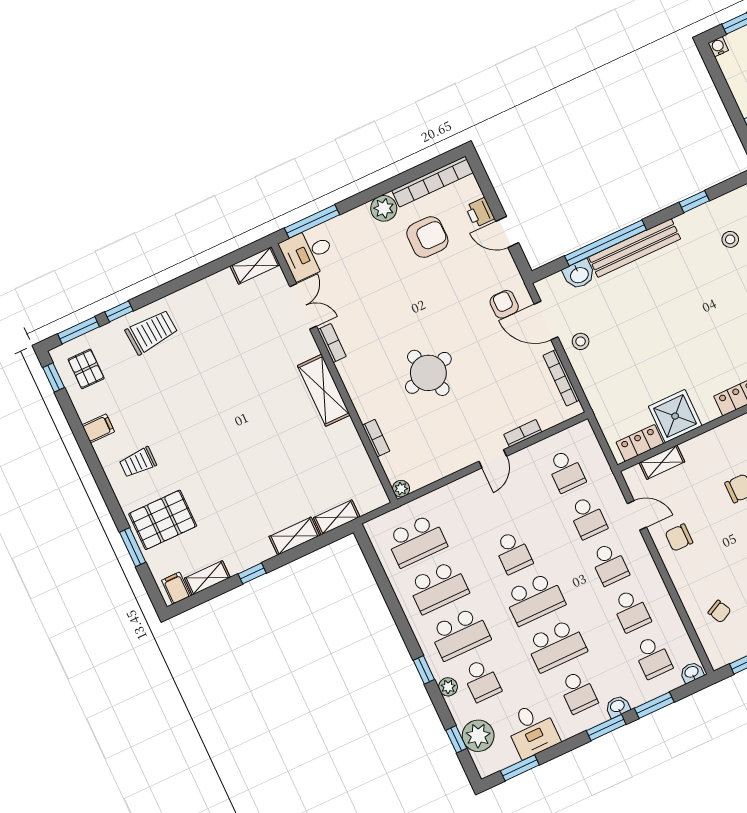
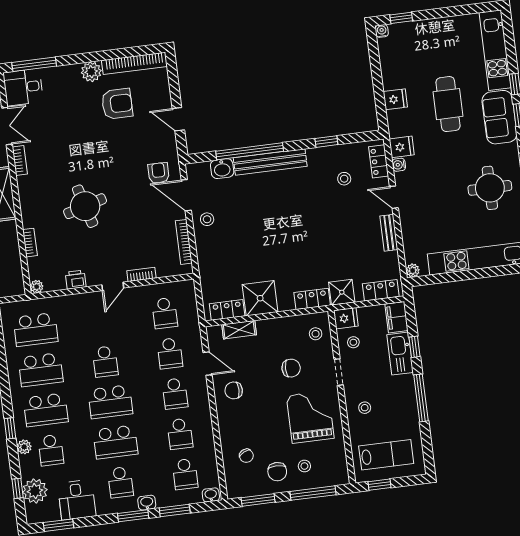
printer: (480, 212) -> (76, 280), moved, turned 90

